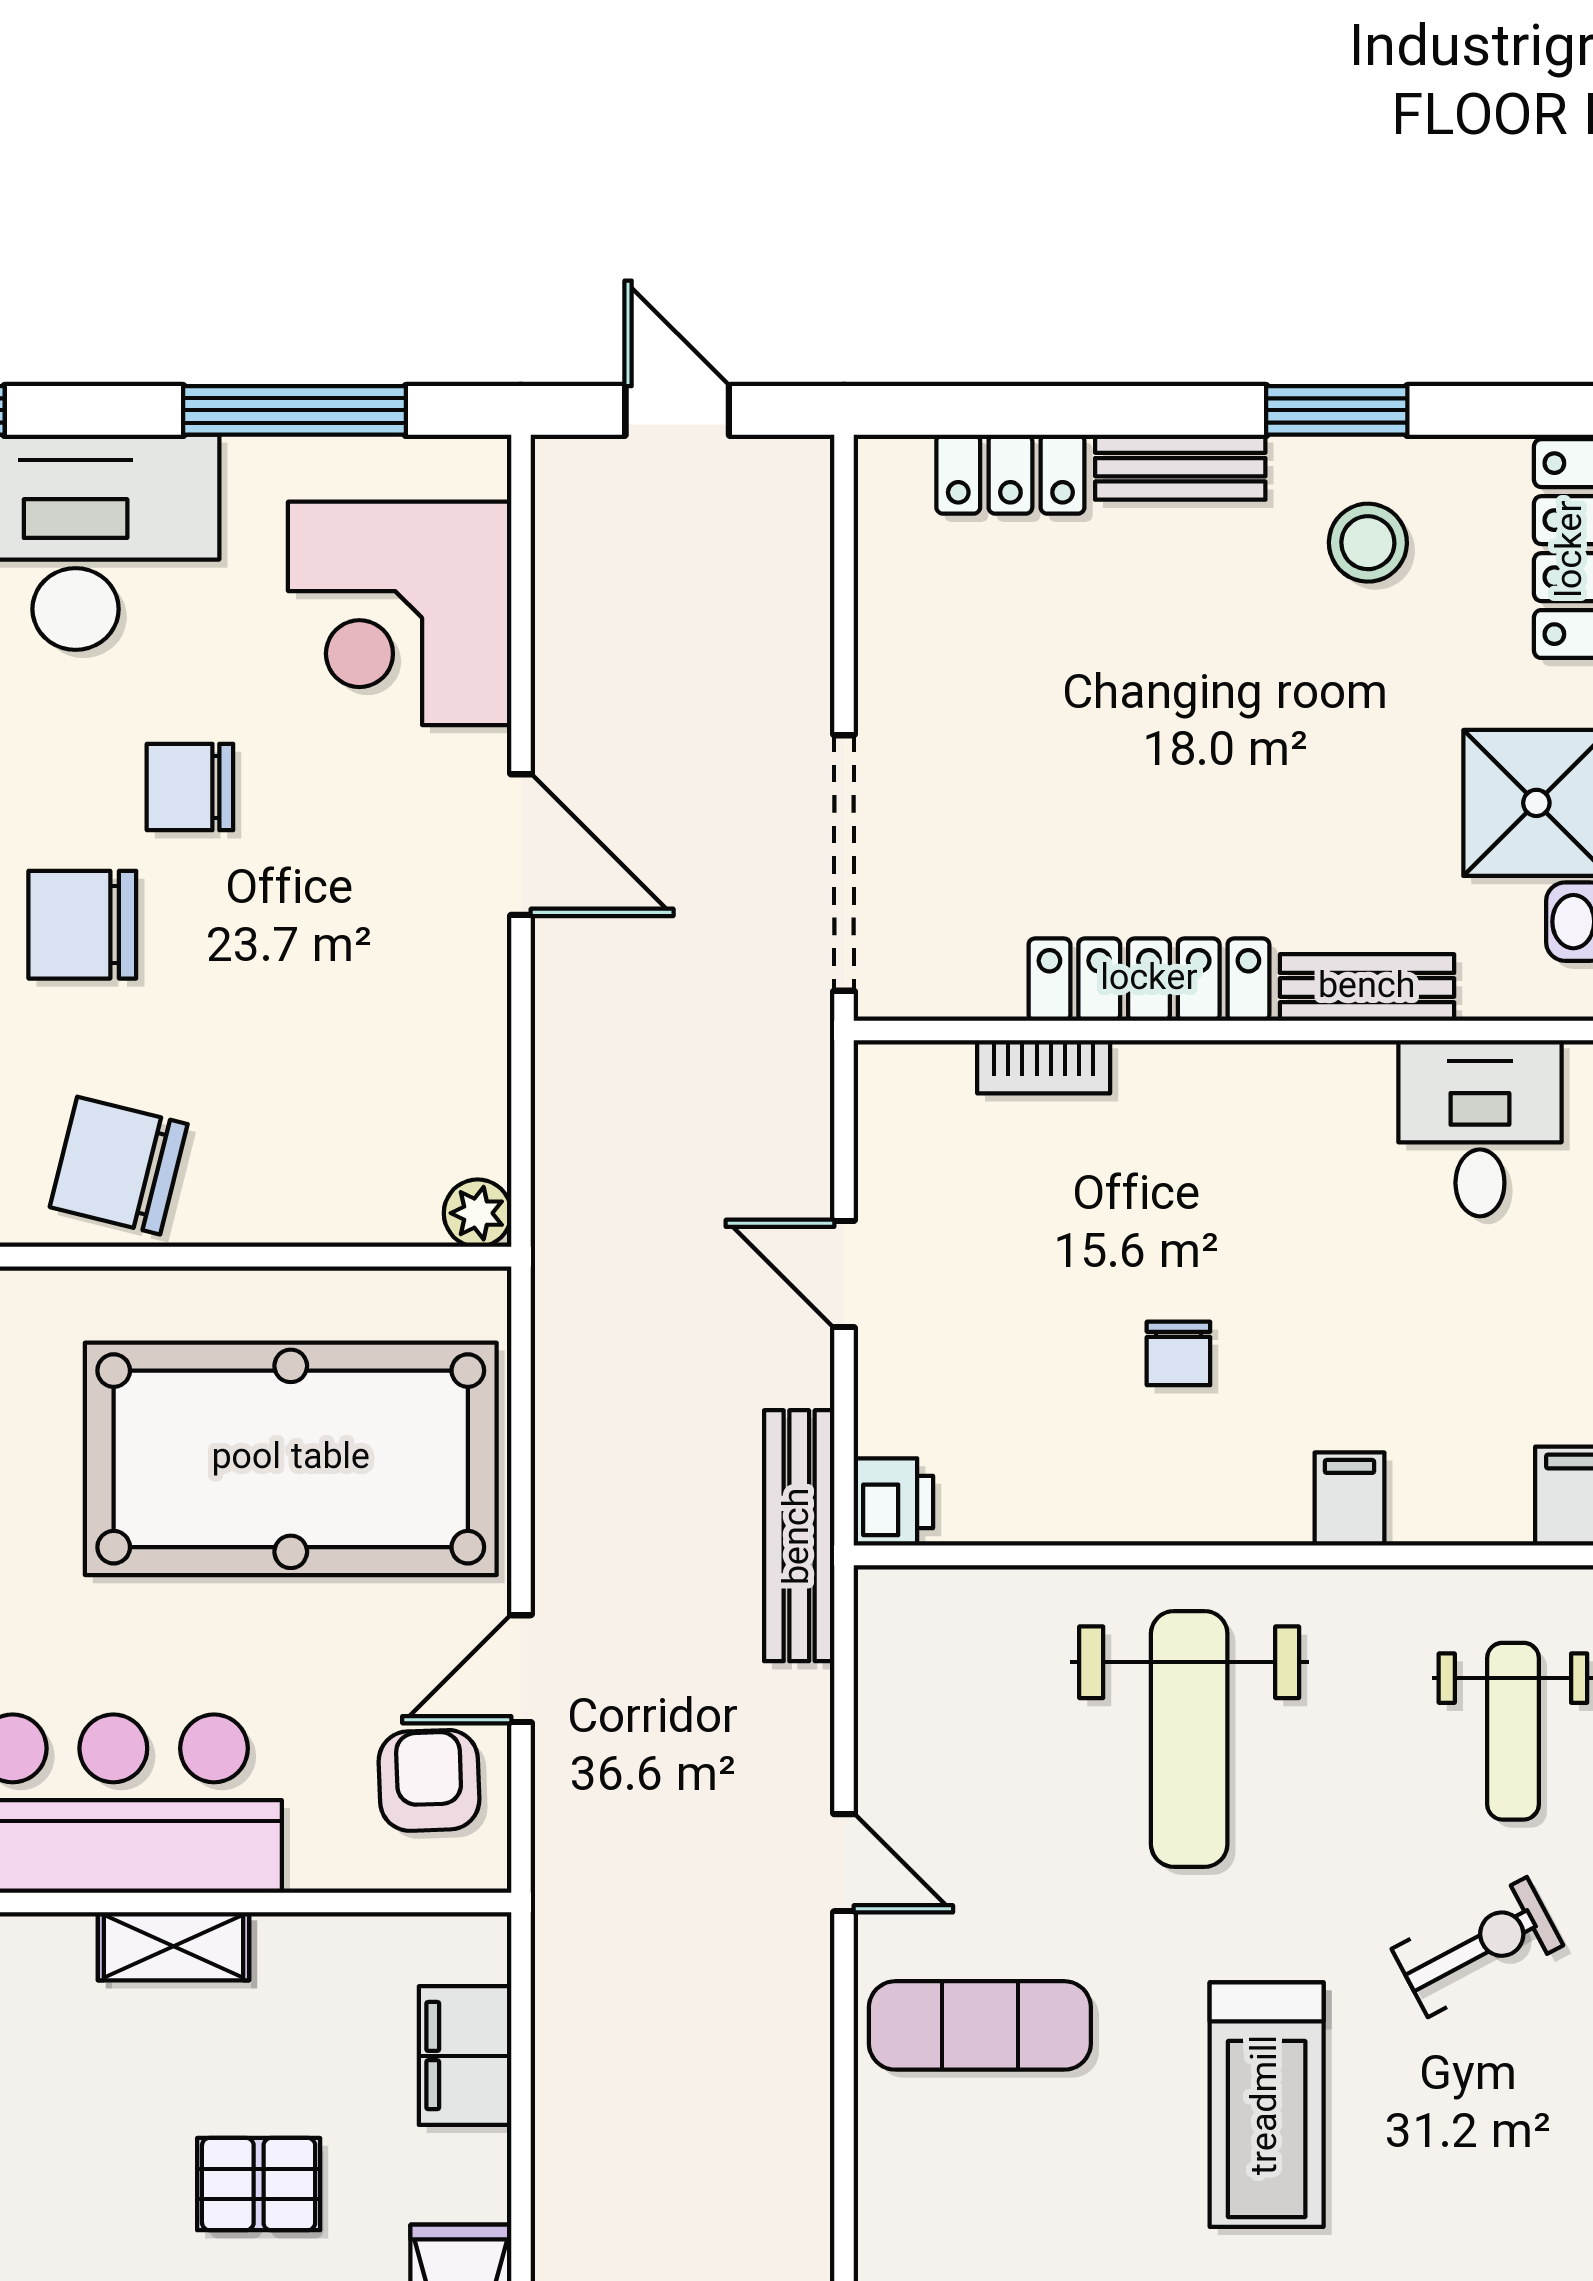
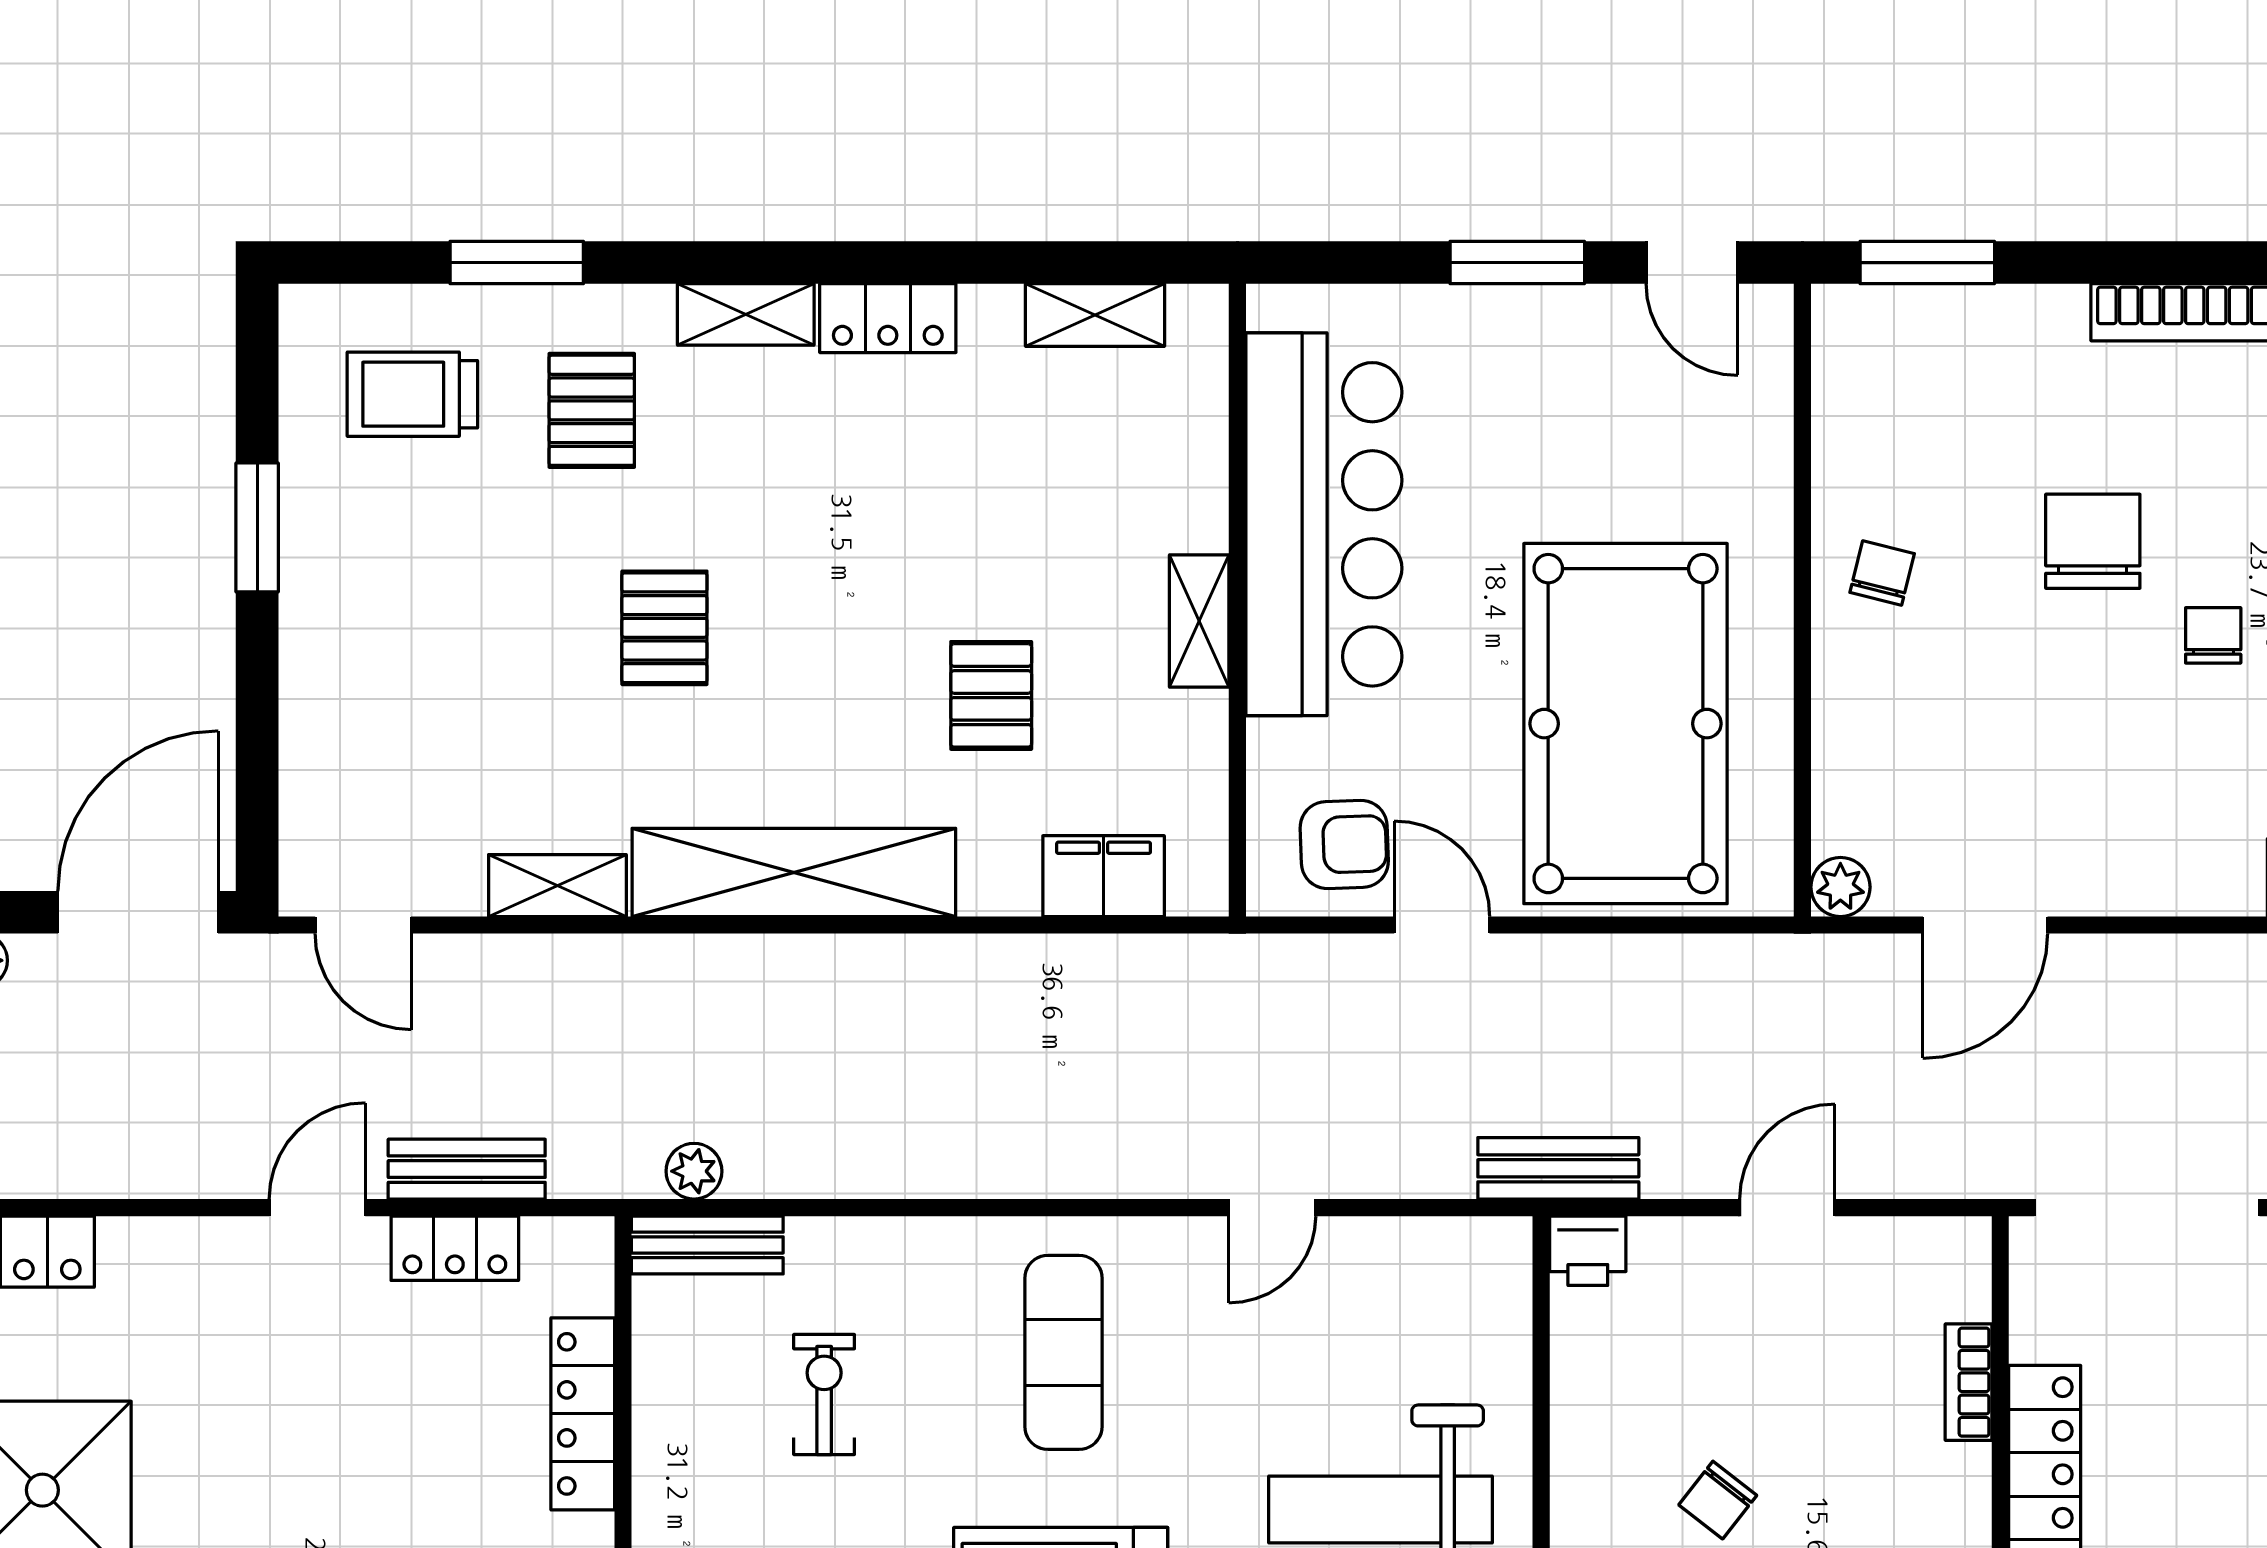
chair: (190, 787) -> (2213, 635), width x0.73, depth x0.73
door: (521, 845) -> (1985, 925), moved
chair: (119, 1166) -> (1882, 573), width x0.54, depth x0.54
chair: (1178, 1353) -> (1718, 1500), turned -52
bench: (799, 1536) -> (1558, 1168), width x0.73
exercise mat: (980, 2025) -> (1063, 1352), moved

